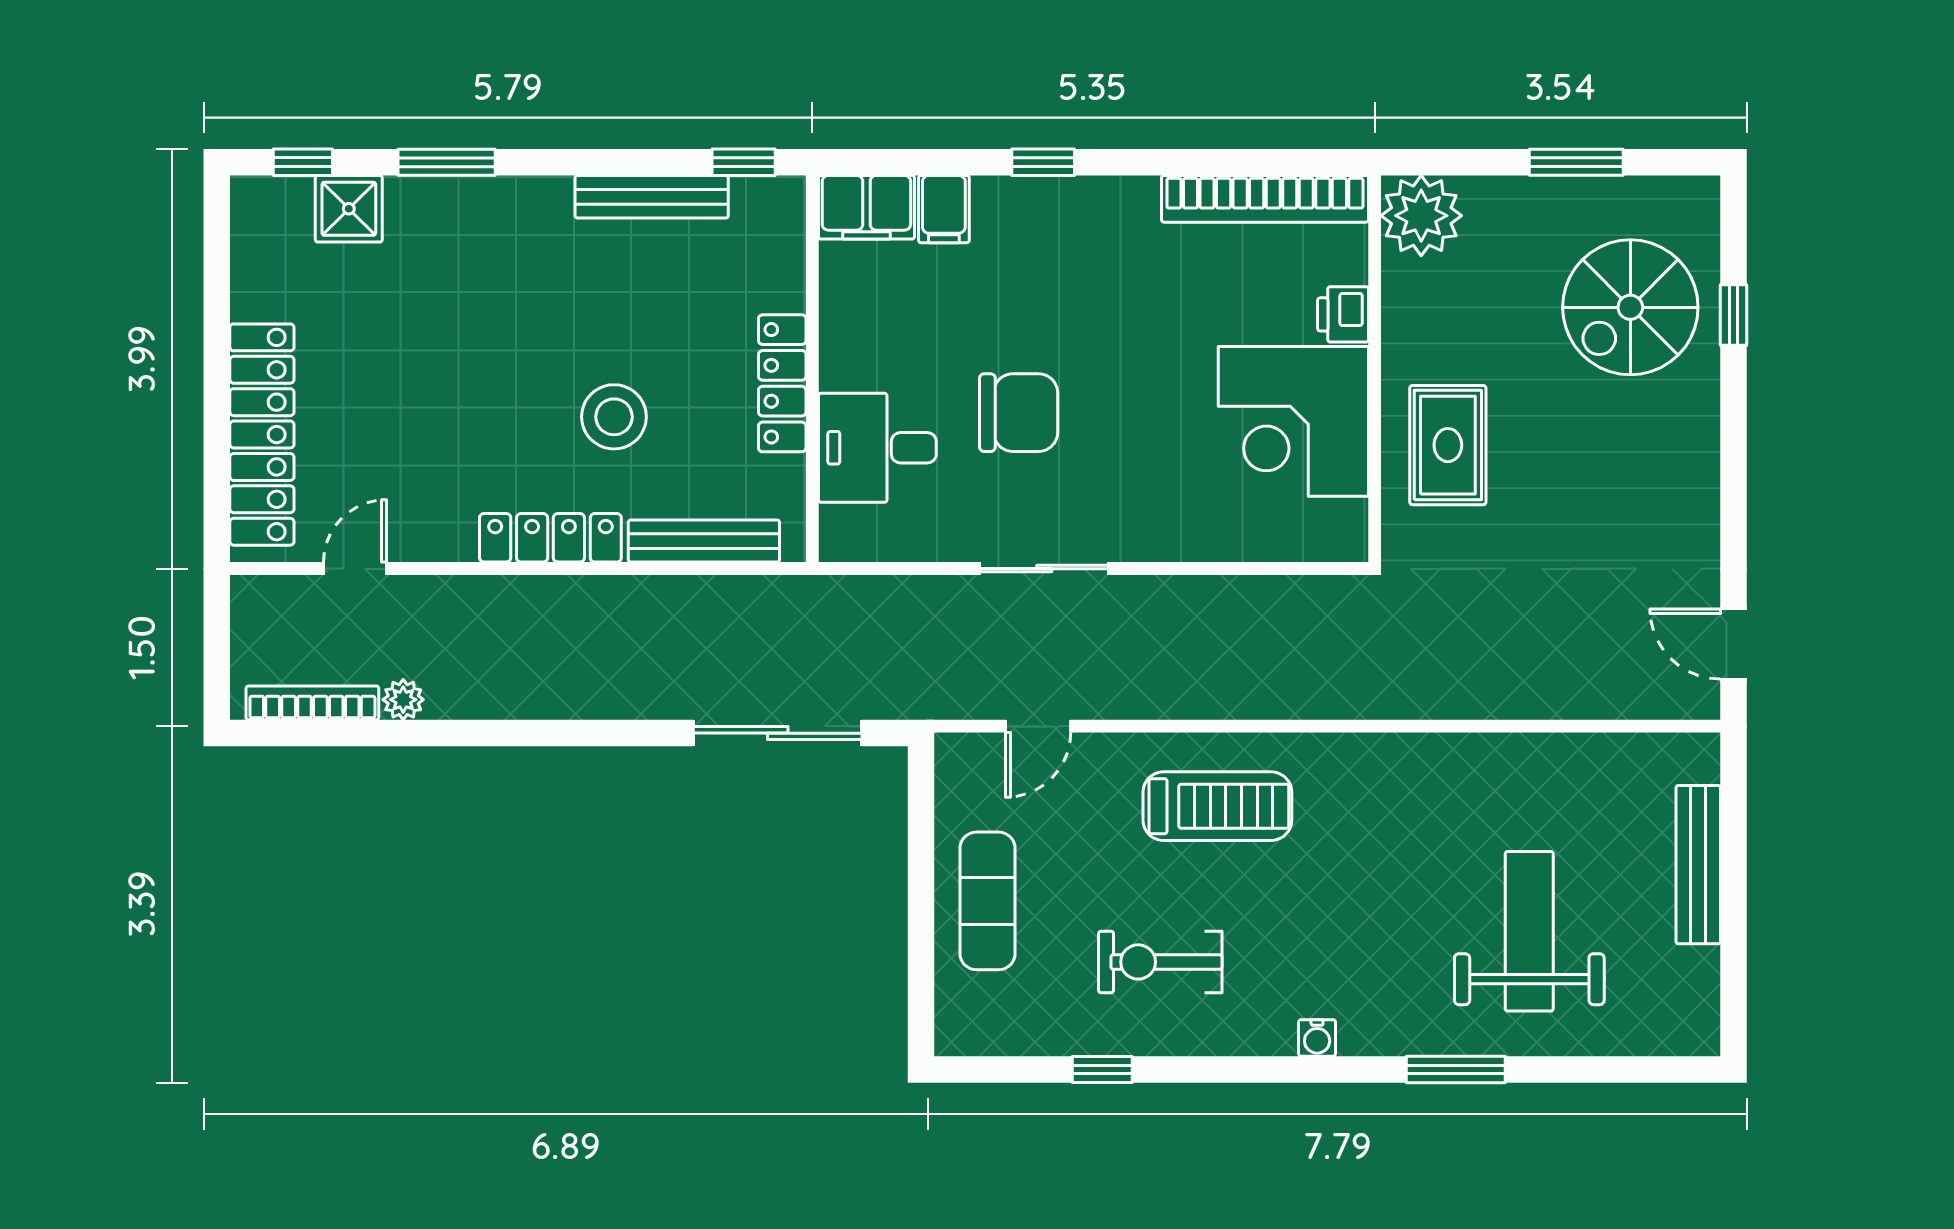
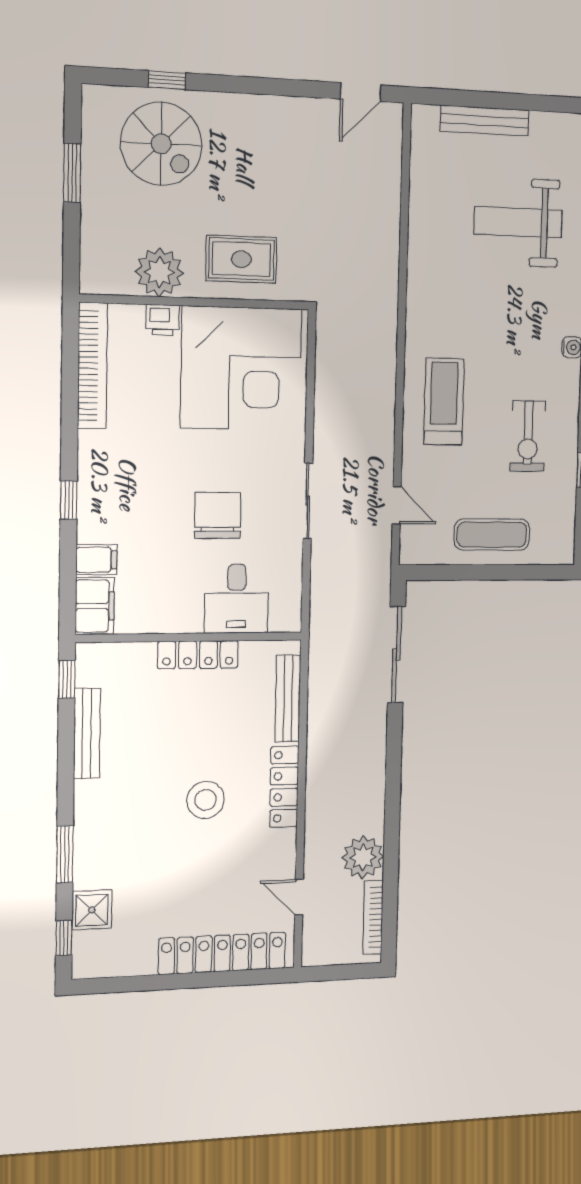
plant: (1421, 216) -> (159, 272), moved
stool: (614, 417) -> (206, 800), moved
corner desk: (1293, 421) -> (241, 368), width x1.36, depth x1.36
plant: (403, 700) -> (363, 857), width x1.87, depth x1.87

